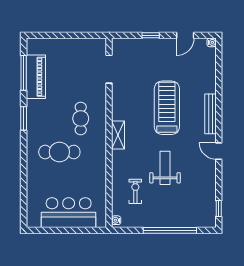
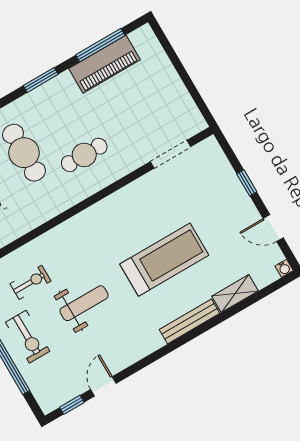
shelving: (118, 135) -> (235, 294), moved
door: (219, 151) -> (103, 386), moved
exercise bike: (165, 211) -> (28, 337), added

